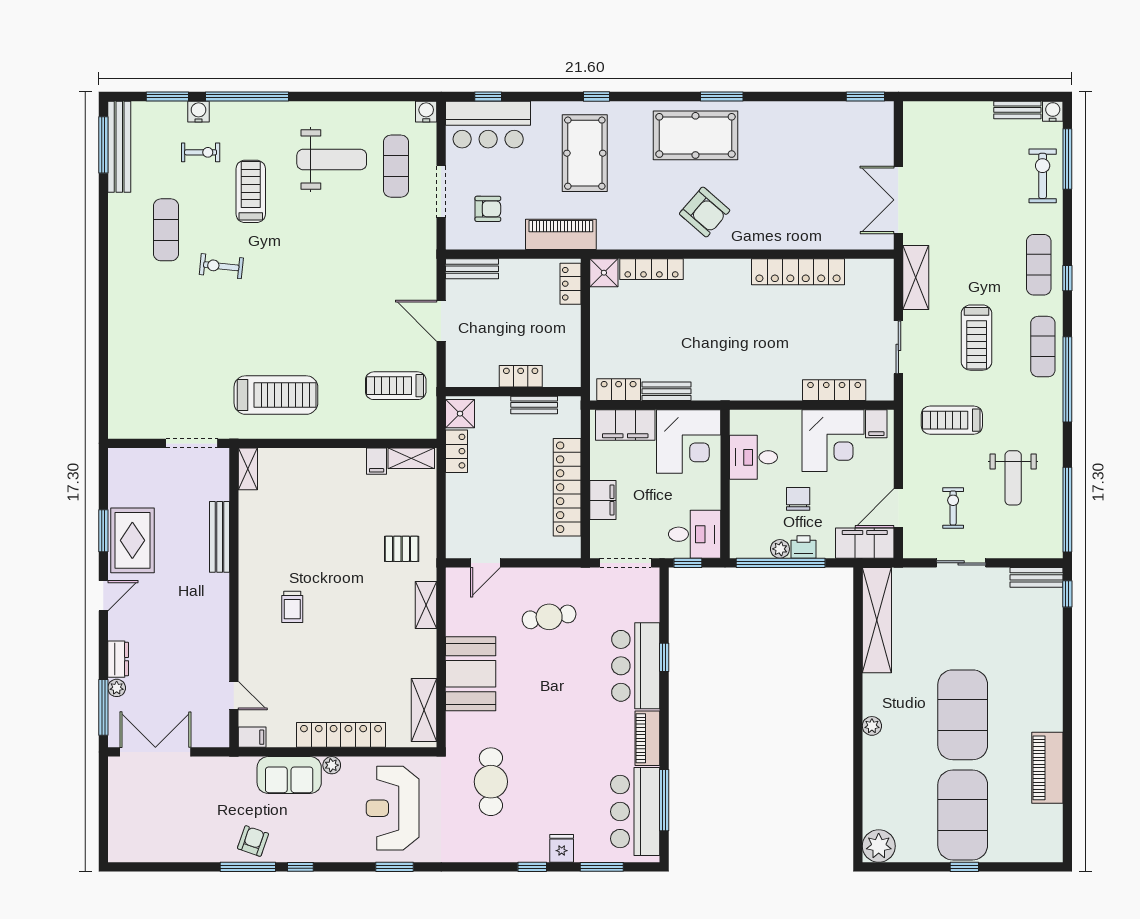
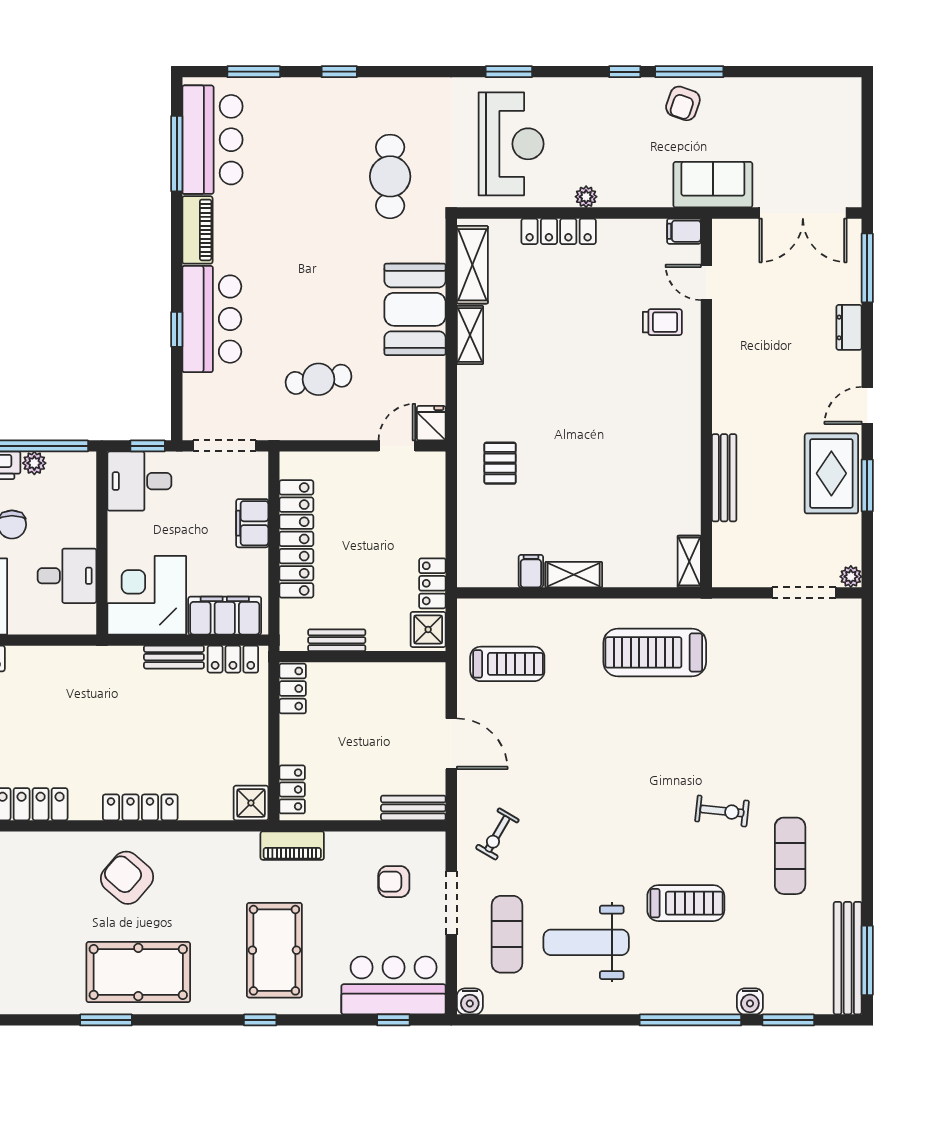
exercise bike: (201, 152) -> (497, 834), moved, turned -60
treadmill: (251, 191) -> (686, 903), turned -90
piano: (561, 234) -> (292, 846), width x0.73, depth x0.75
locker: (651, 269) -> (140, 807), moved
locker: (521, 376) -> (293, 689), moved, turned -90
doorway: (192, 443) -> (804, 593), moved
shelving: (411, 458) -> (574, 575), moved
pallet: (402, 549) -> (500, 463), turned 90
shelving: (426, 605) -> (470, 335), moved
trolley: (292, 607) -> (662, 322), moved, turned 90
plant: (117, 688) -> (851, 577), moved
locker: (341, 735) -> (559, 231), width x0.71, depth x0.83
sofa: (289, 775) -> (713, 185), moved
fridge: (562, 848) -> (431, 423), moved, turned 180

